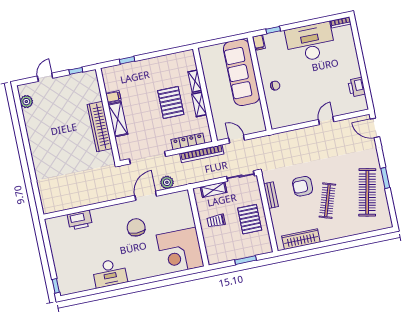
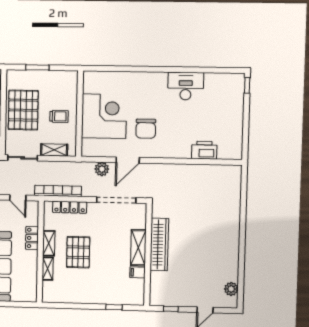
locker: (216, 106) -> (32, 238), added
pallet: (250, 219) -> (23, 110), width x1.37, depth x1.41
corner desk: (180, 251) -> (104, 116), moved

